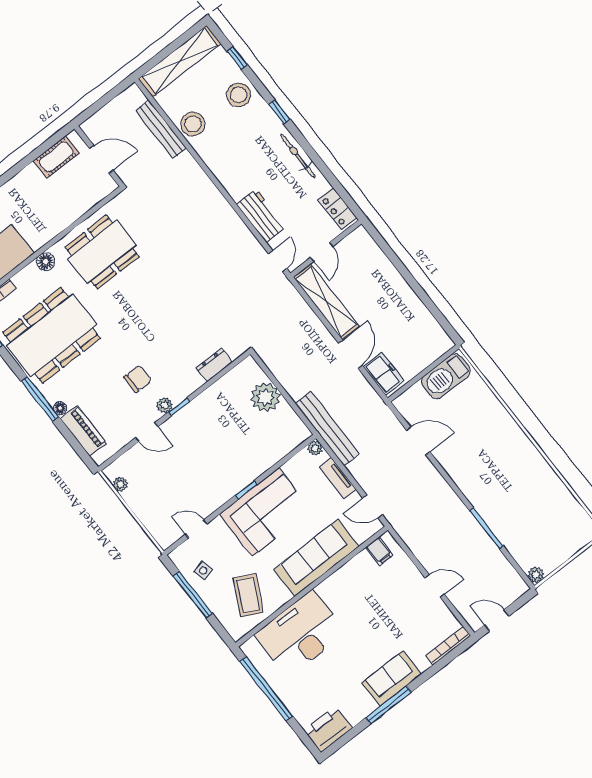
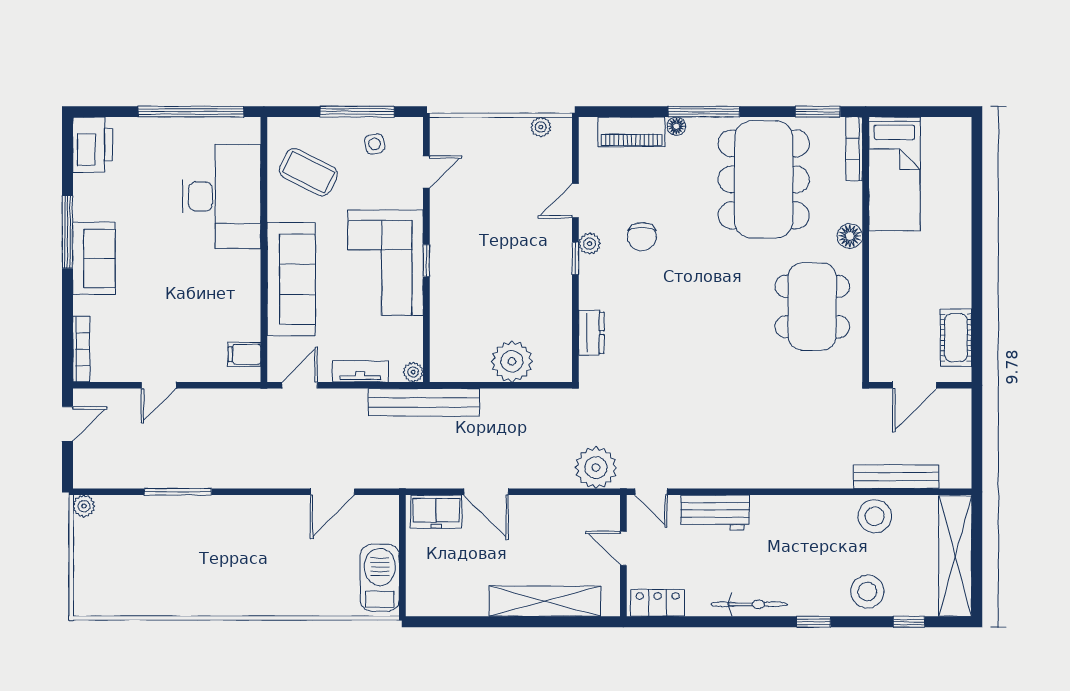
shelving: (326, 302) -> (545, 601), moved
plant: (288, 303) -> (596, 468), added

